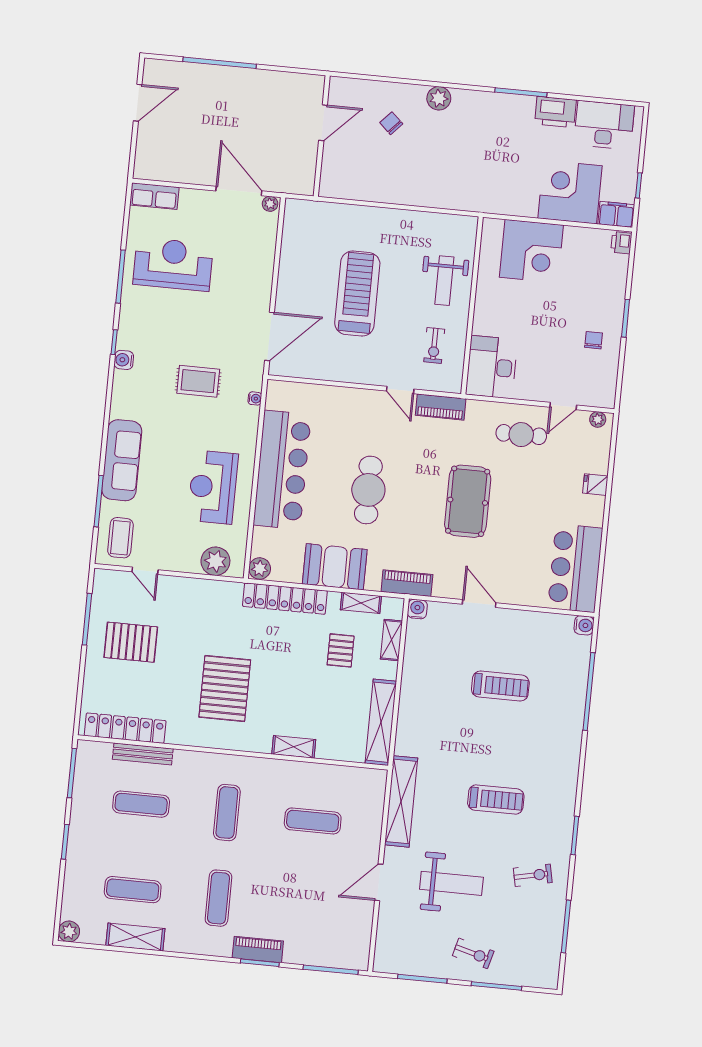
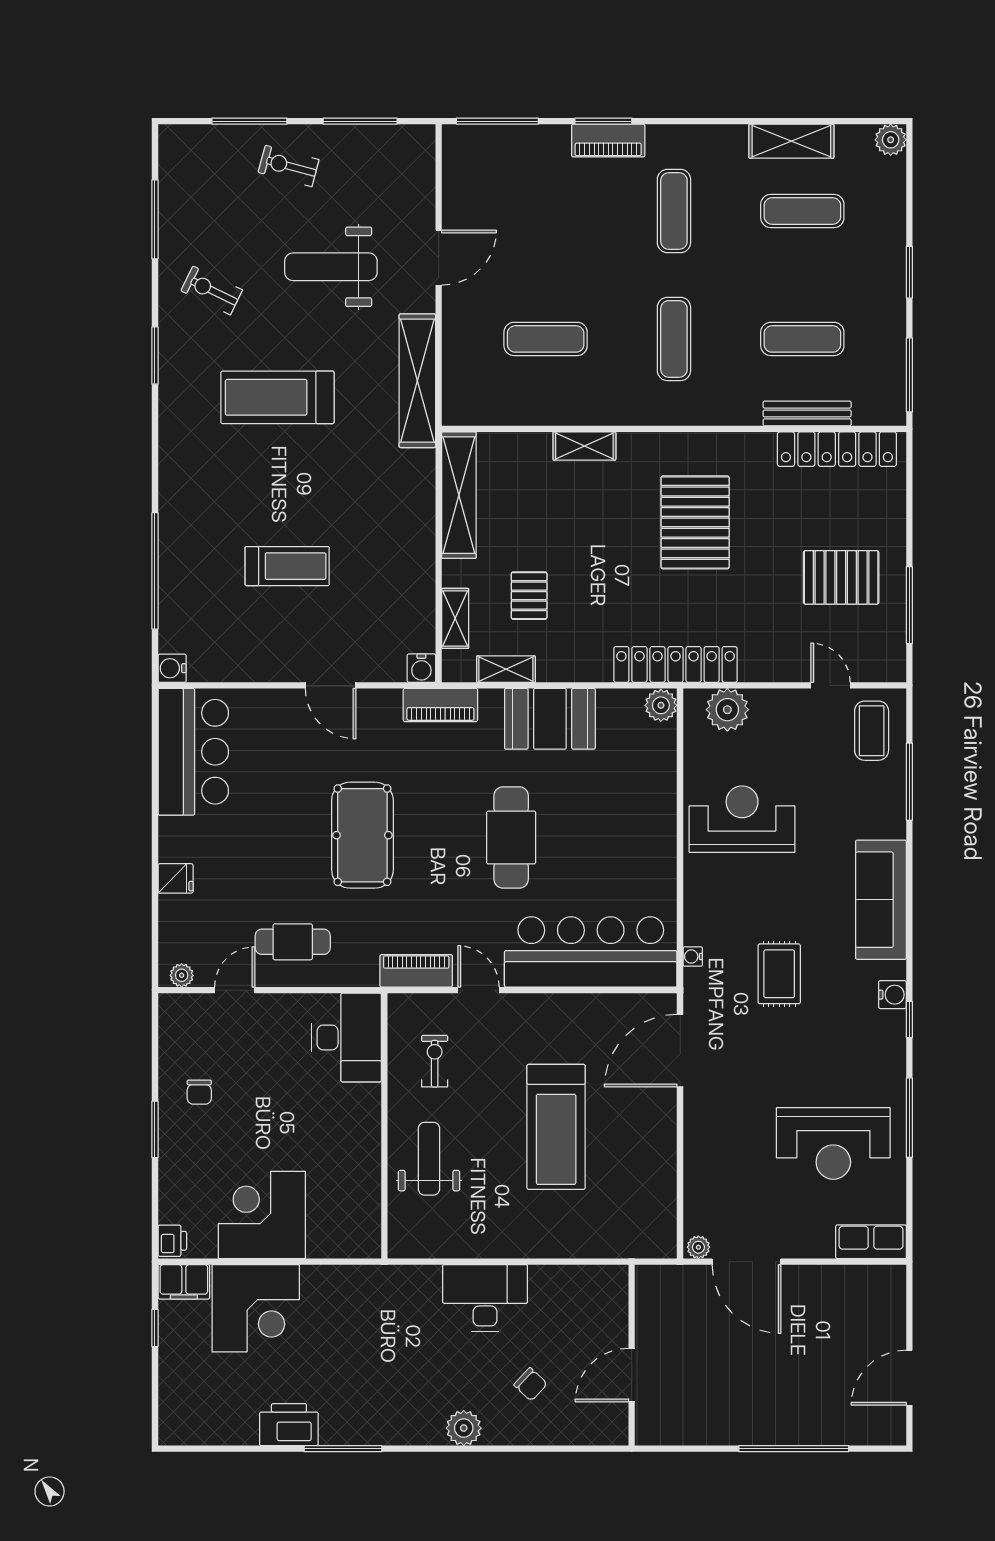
desk: (604, 125) -> (485, 1298), moved, turned 180
corner desk: (531, 251) -> (262, 1215), moved
rug: (198, 381) -> (779, 974), turned 90
sofa: (122, 460) -> (881, 900), moved
bar counter: (282, 470) -> (591, 952), moved, turned 90
reception desk: (213, 487) -> (742, 819), turned -90
locker: (285, 599) -> (676, 664), moved
treadmill: (500, 686) -> (287, 566), turned 180
treadmill: (496, 800) -> (277, 397), width x1.37, depth x1.38
exercise bike: (533, 875) -> (212, 290), turned 38

